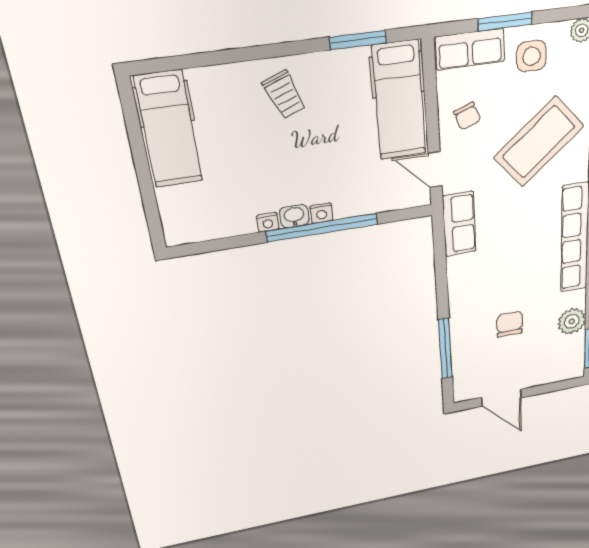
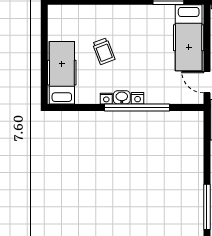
trolley: (284, 95) -> (104, 51), moved
hospital bed: (169, 130) -> (62, 73), moved, turned 180

